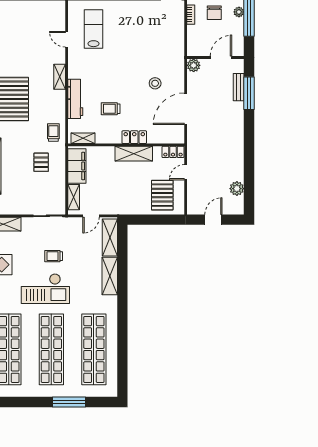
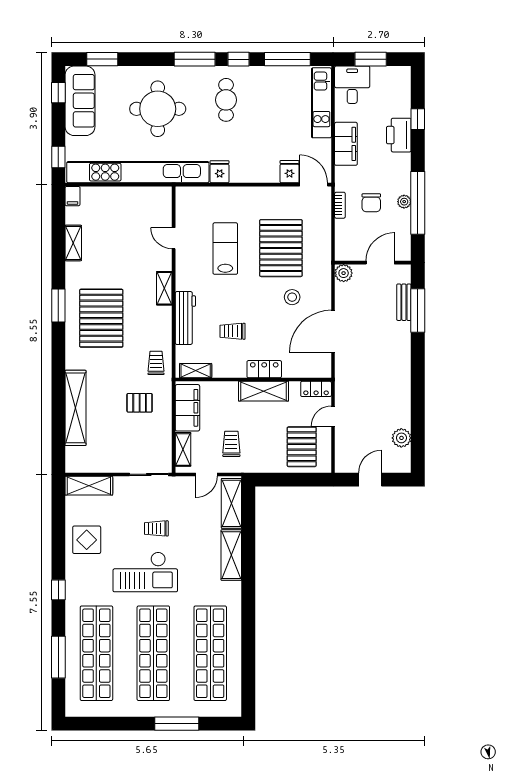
lab bench: (93, 29) -> (225, 249), moved
pallet: (147, 47) -> (281, 248), added
pallet: (41, 162) -> (140, 403), turned 90
trolley: (110, 193) -> (231, 444), added

